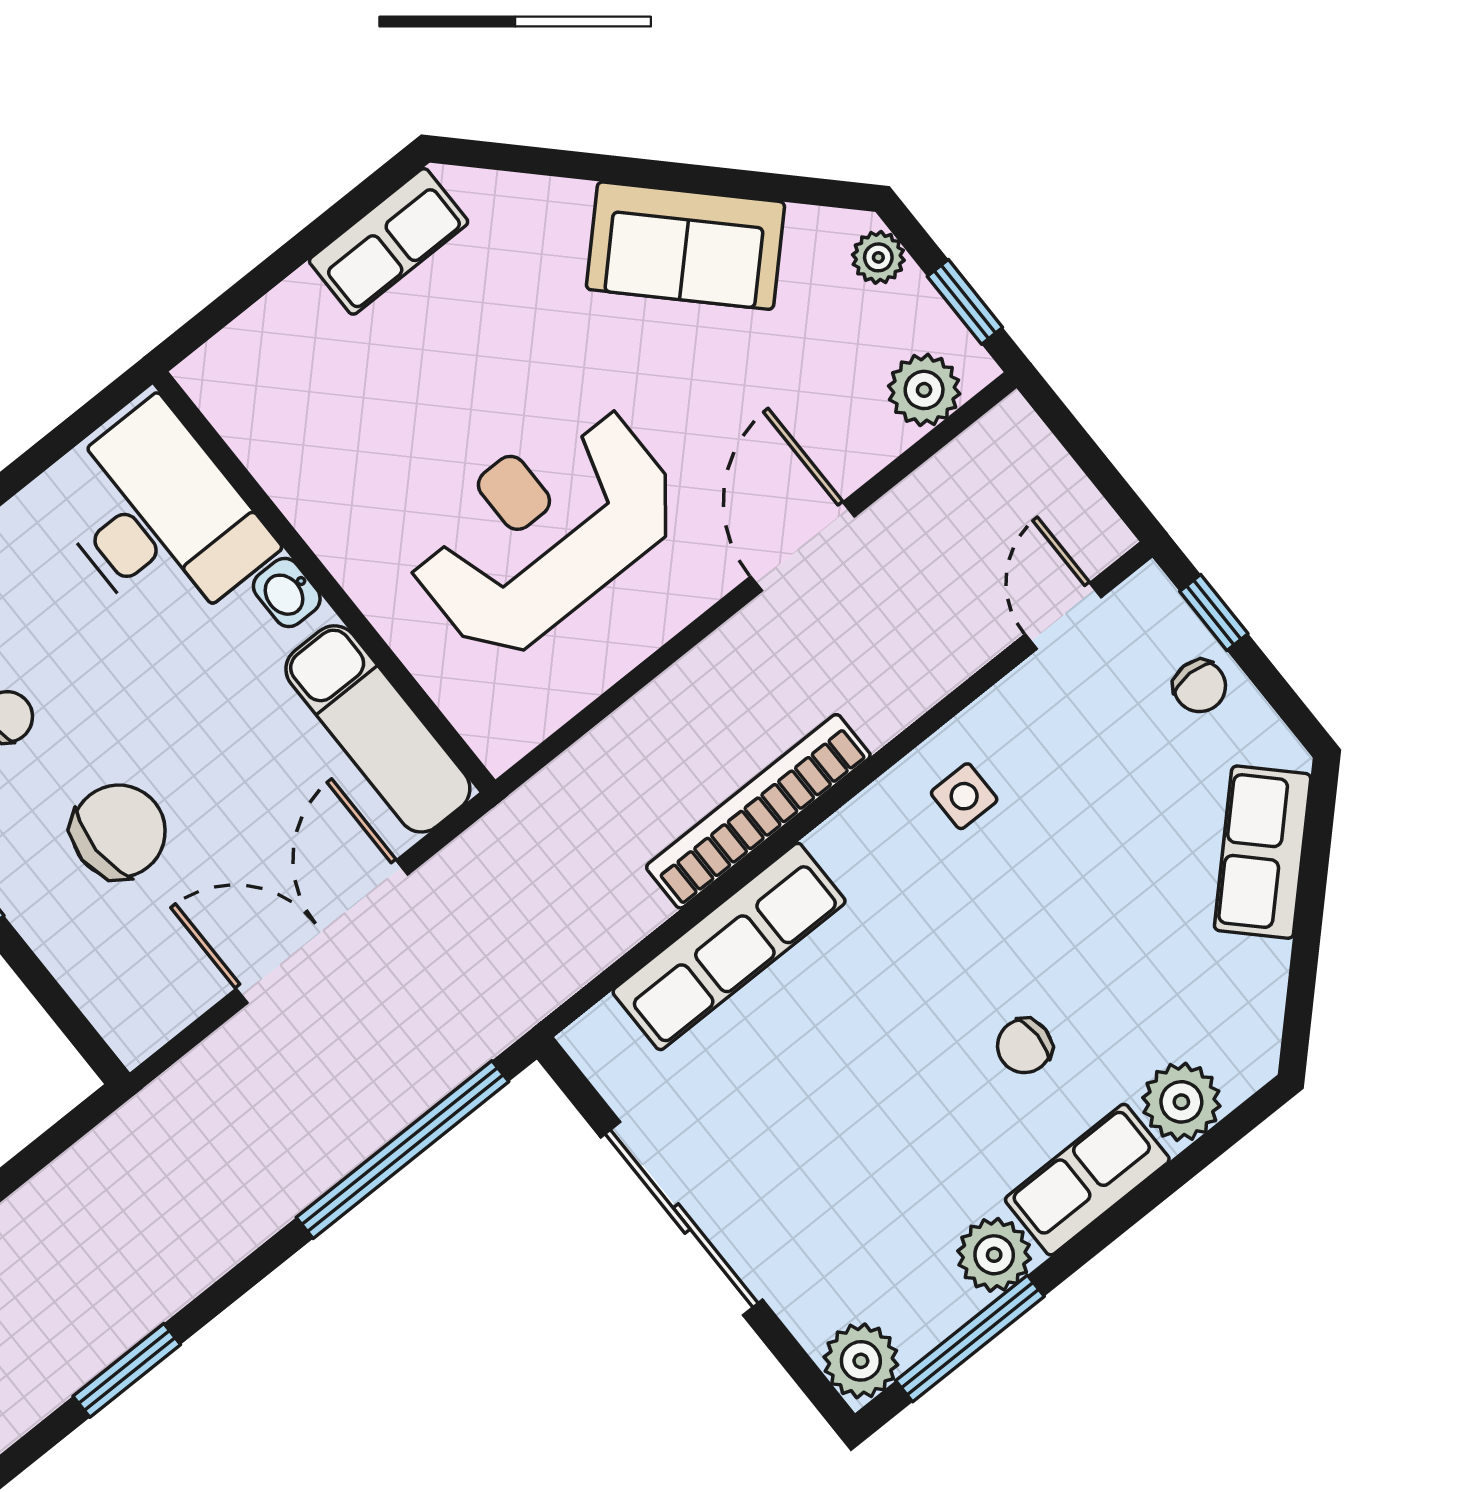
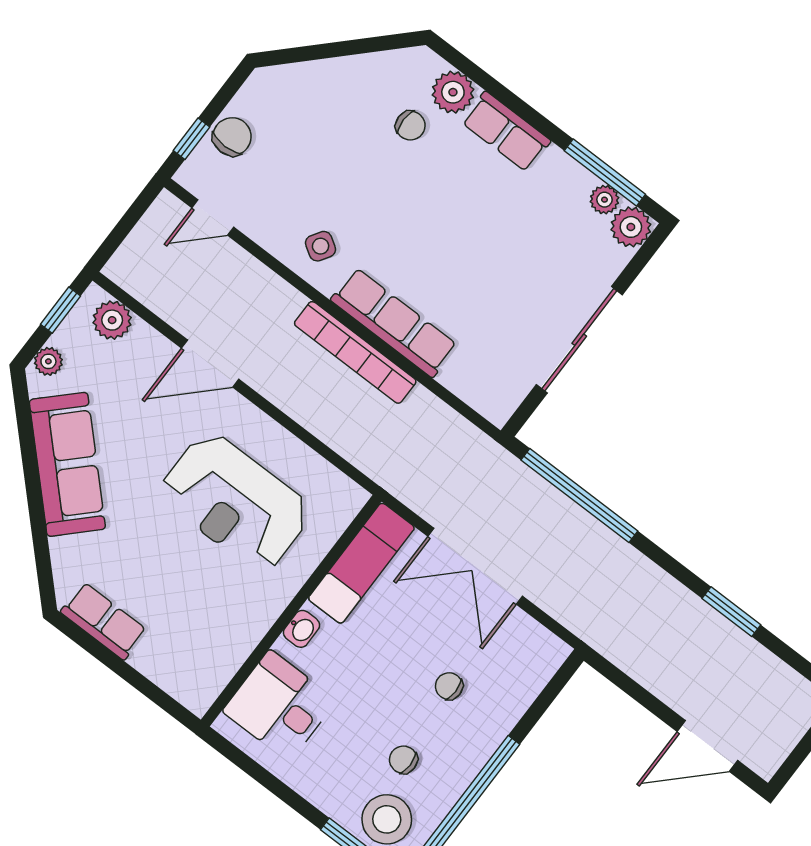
sofa: (685, 246) -> (67, 464), width x1.36
desk: (159, 519) -> (279, 706), width x0.73
chair: (1200, 686) -> (232, 137), width x1.37, depth x1.37
side table: (964, 796) -> (321, 246), turned 32
chair: (119, 831) -> (449, 686), width x0.54, depth x0.54
row of seats: (1263, 852) -> (311, 82), removed
row of seats: (729, 946) -> (394, 323), moved
chair: (1024, 1046) -> (410, 126), moved
plant: (994, 1255) -> (604, 200), moved, width x0.73, depth x0.73

